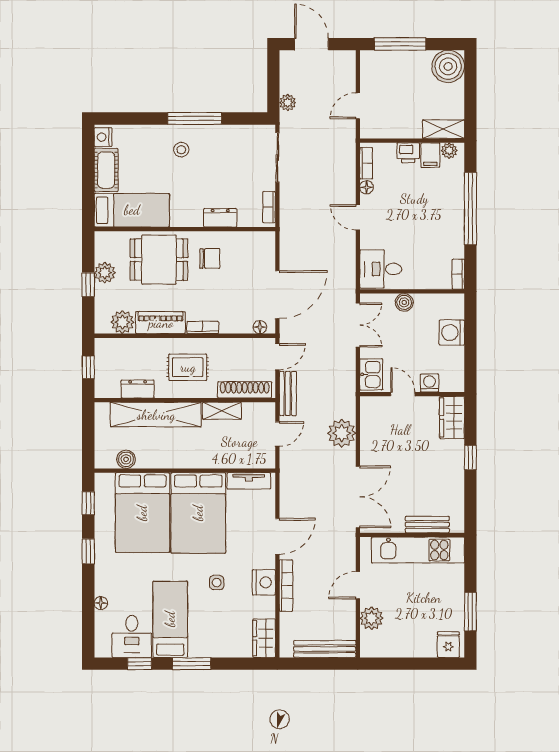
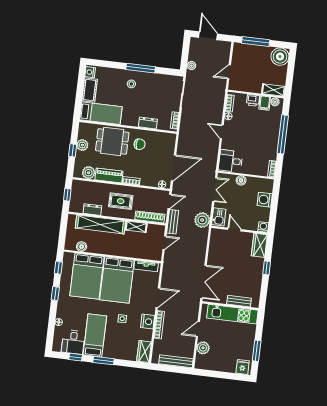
washing machine: (429, 383) -> (263, 227), moved
plant: (342, 433) -> (202, 220), moved

